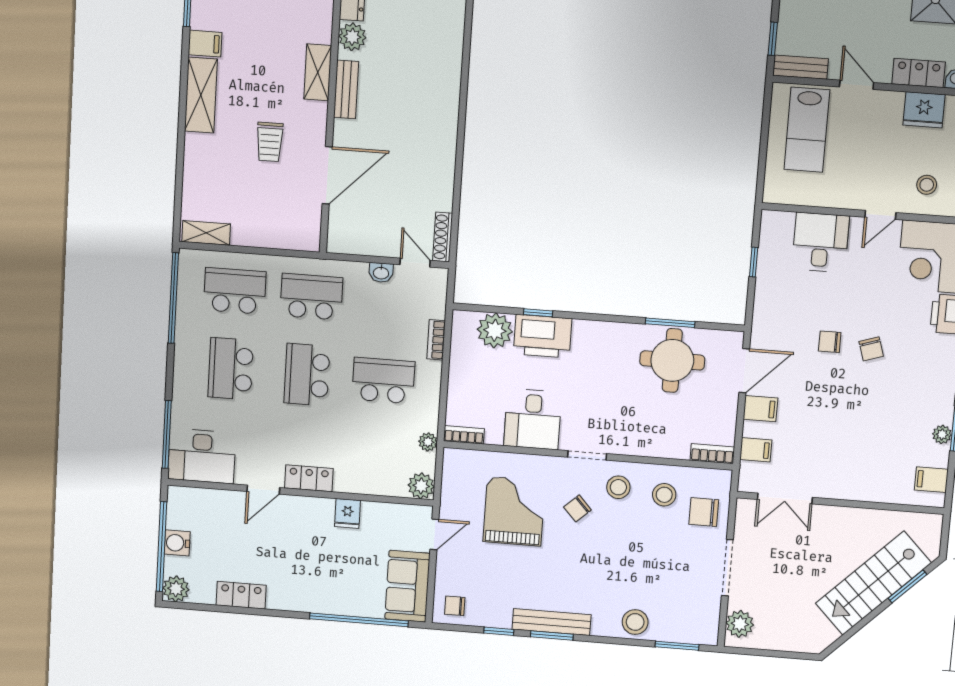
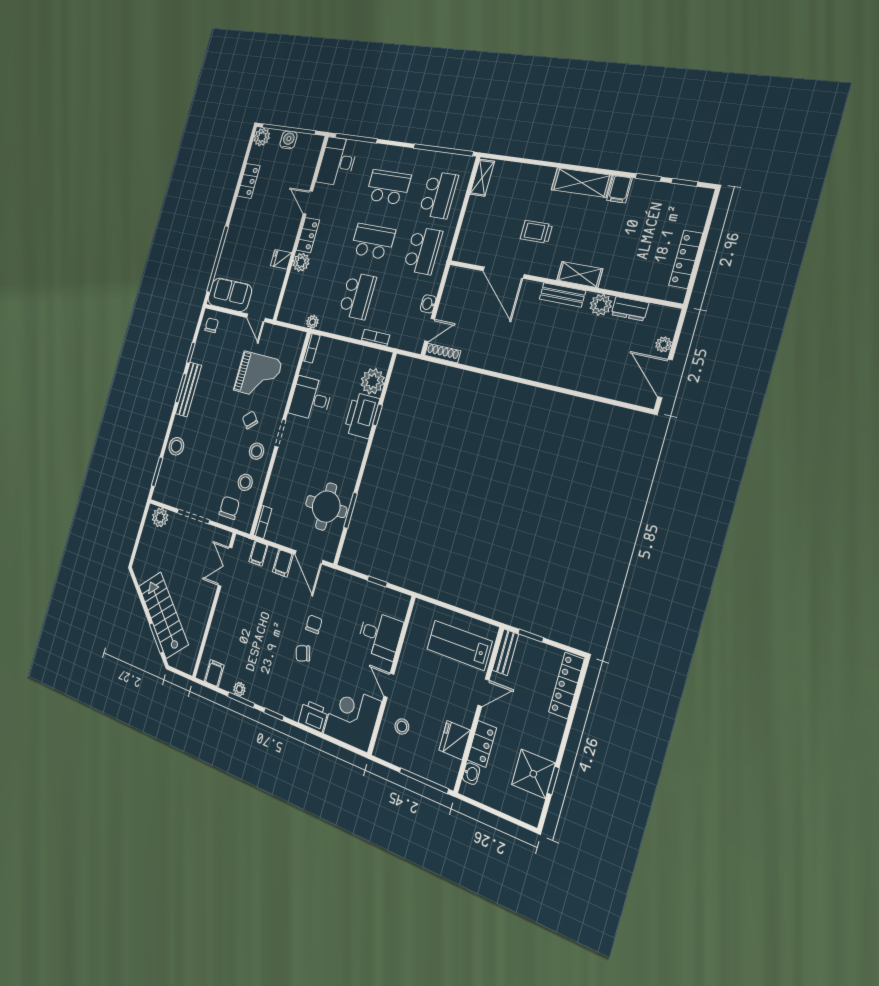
plant: (421, 486) -> (301, 262), moved

